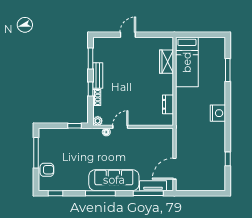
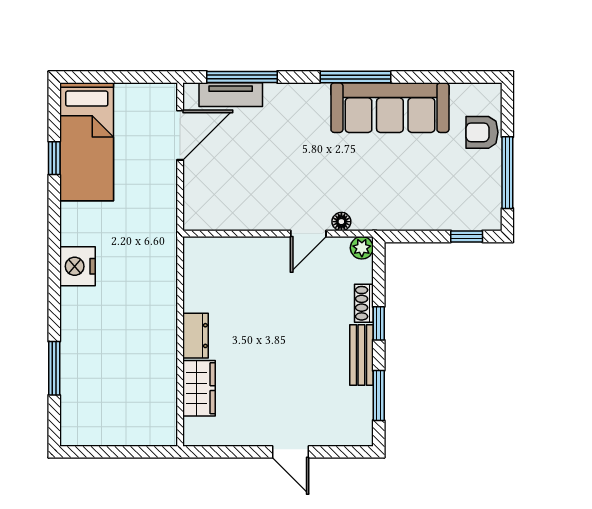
door: (128, 35) -> (290, 452), hinge flipped
bed: (187, 62) -> (87, 142), moved, turned 180
dresser: (168, 104) -> (196, 336), moved
window: (75, 126) -> (467, 236), moved
sofa: (114, 180) -> (390, 108), moved
window: (55, 193) -> (462, 77), removed

